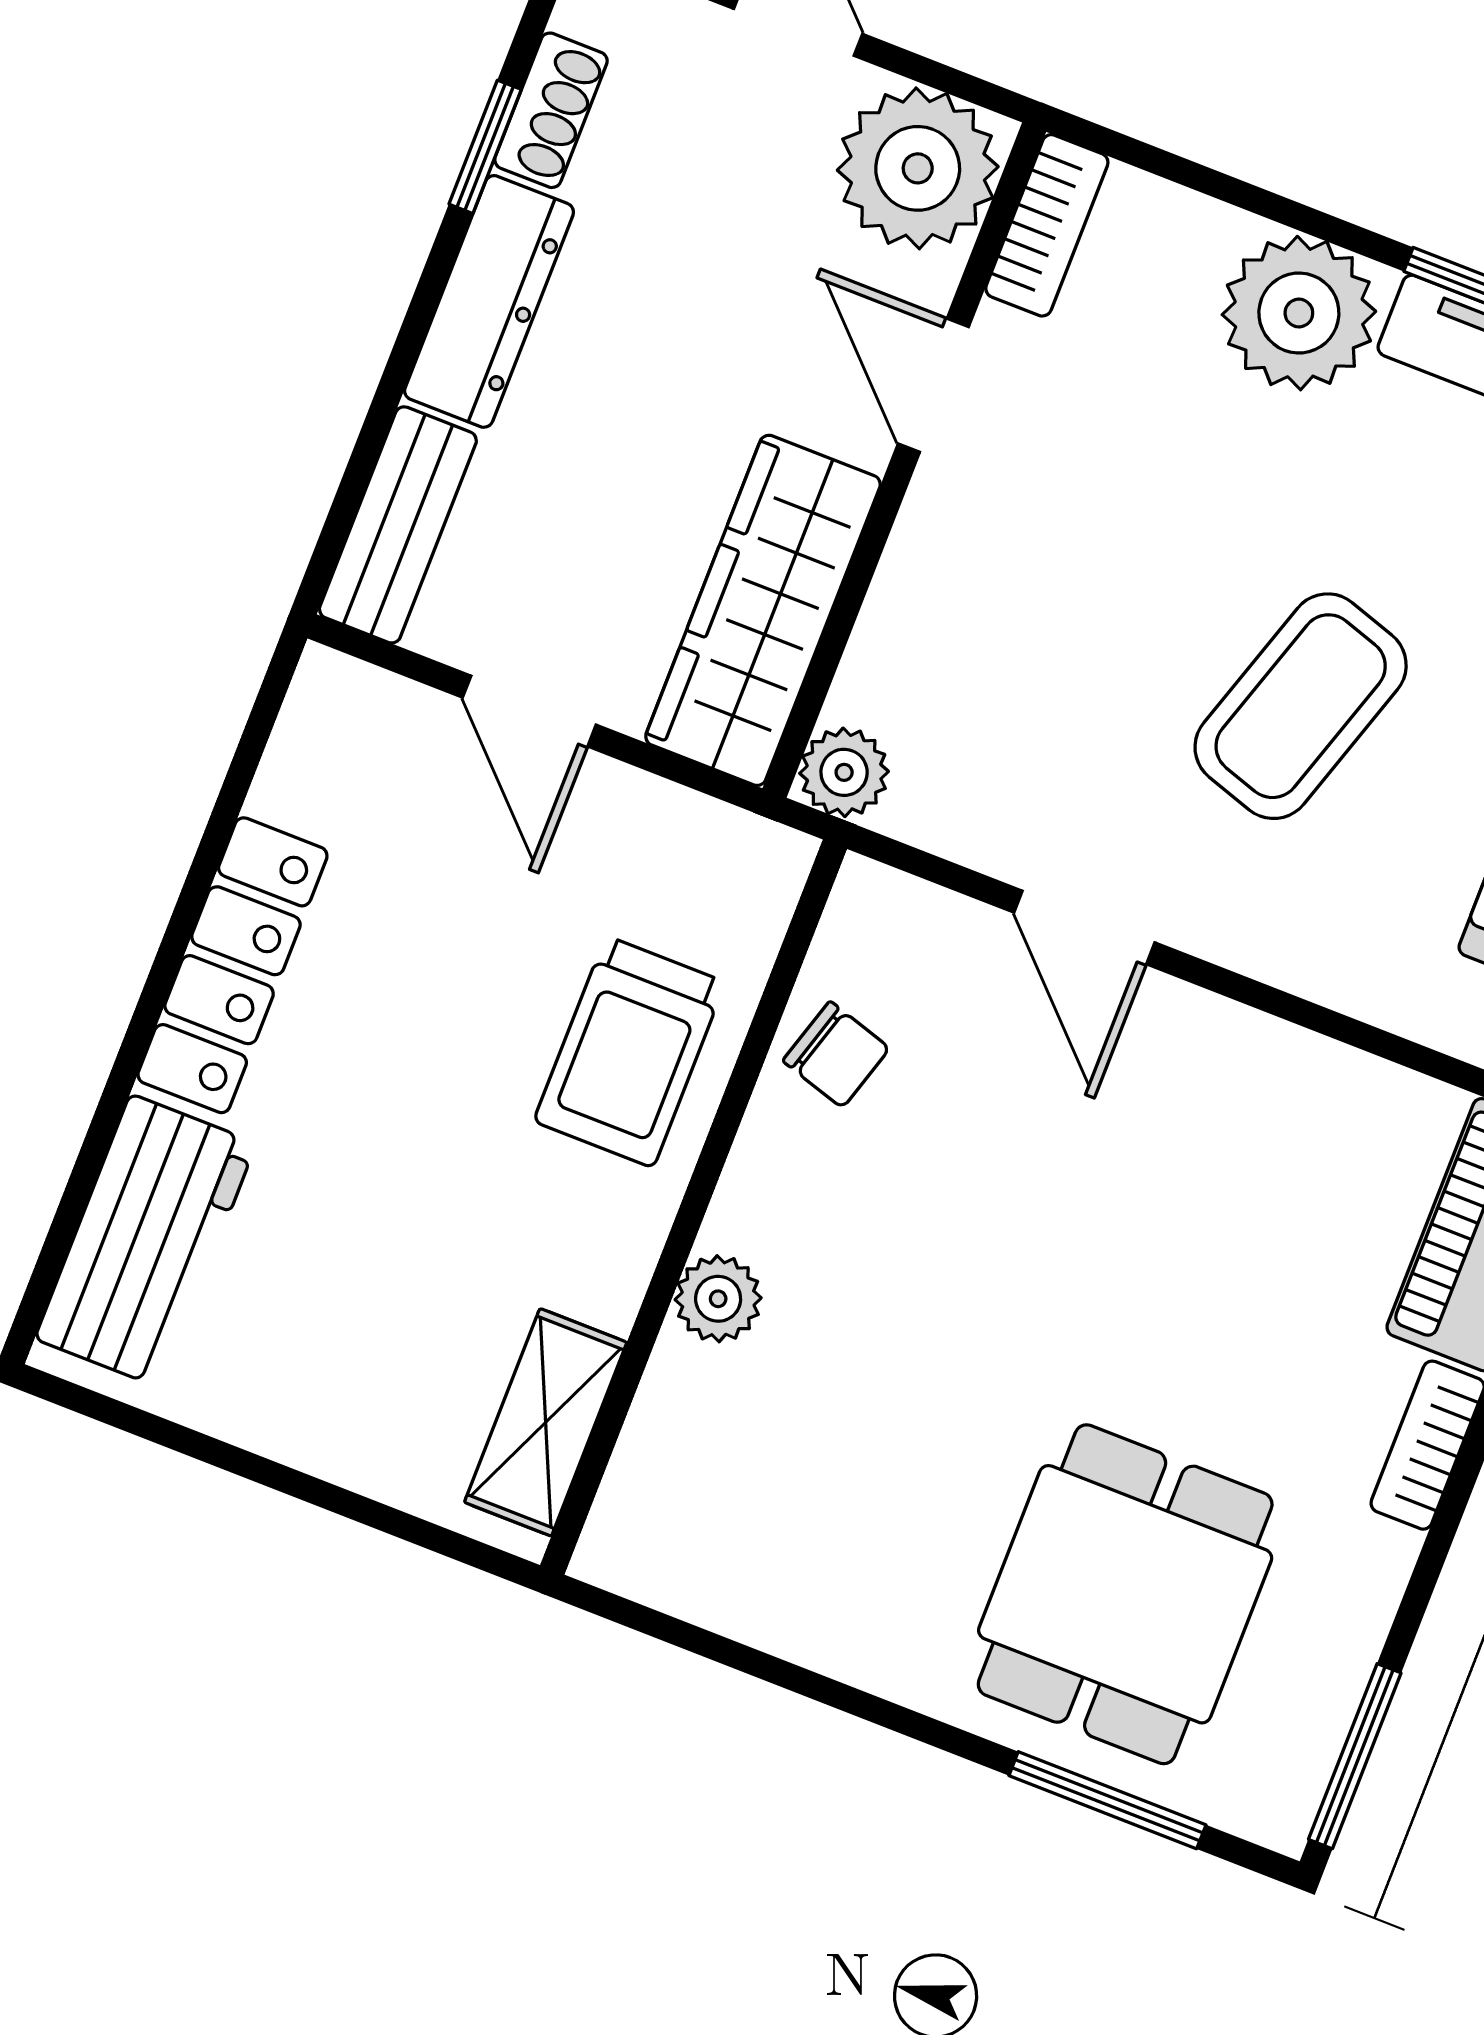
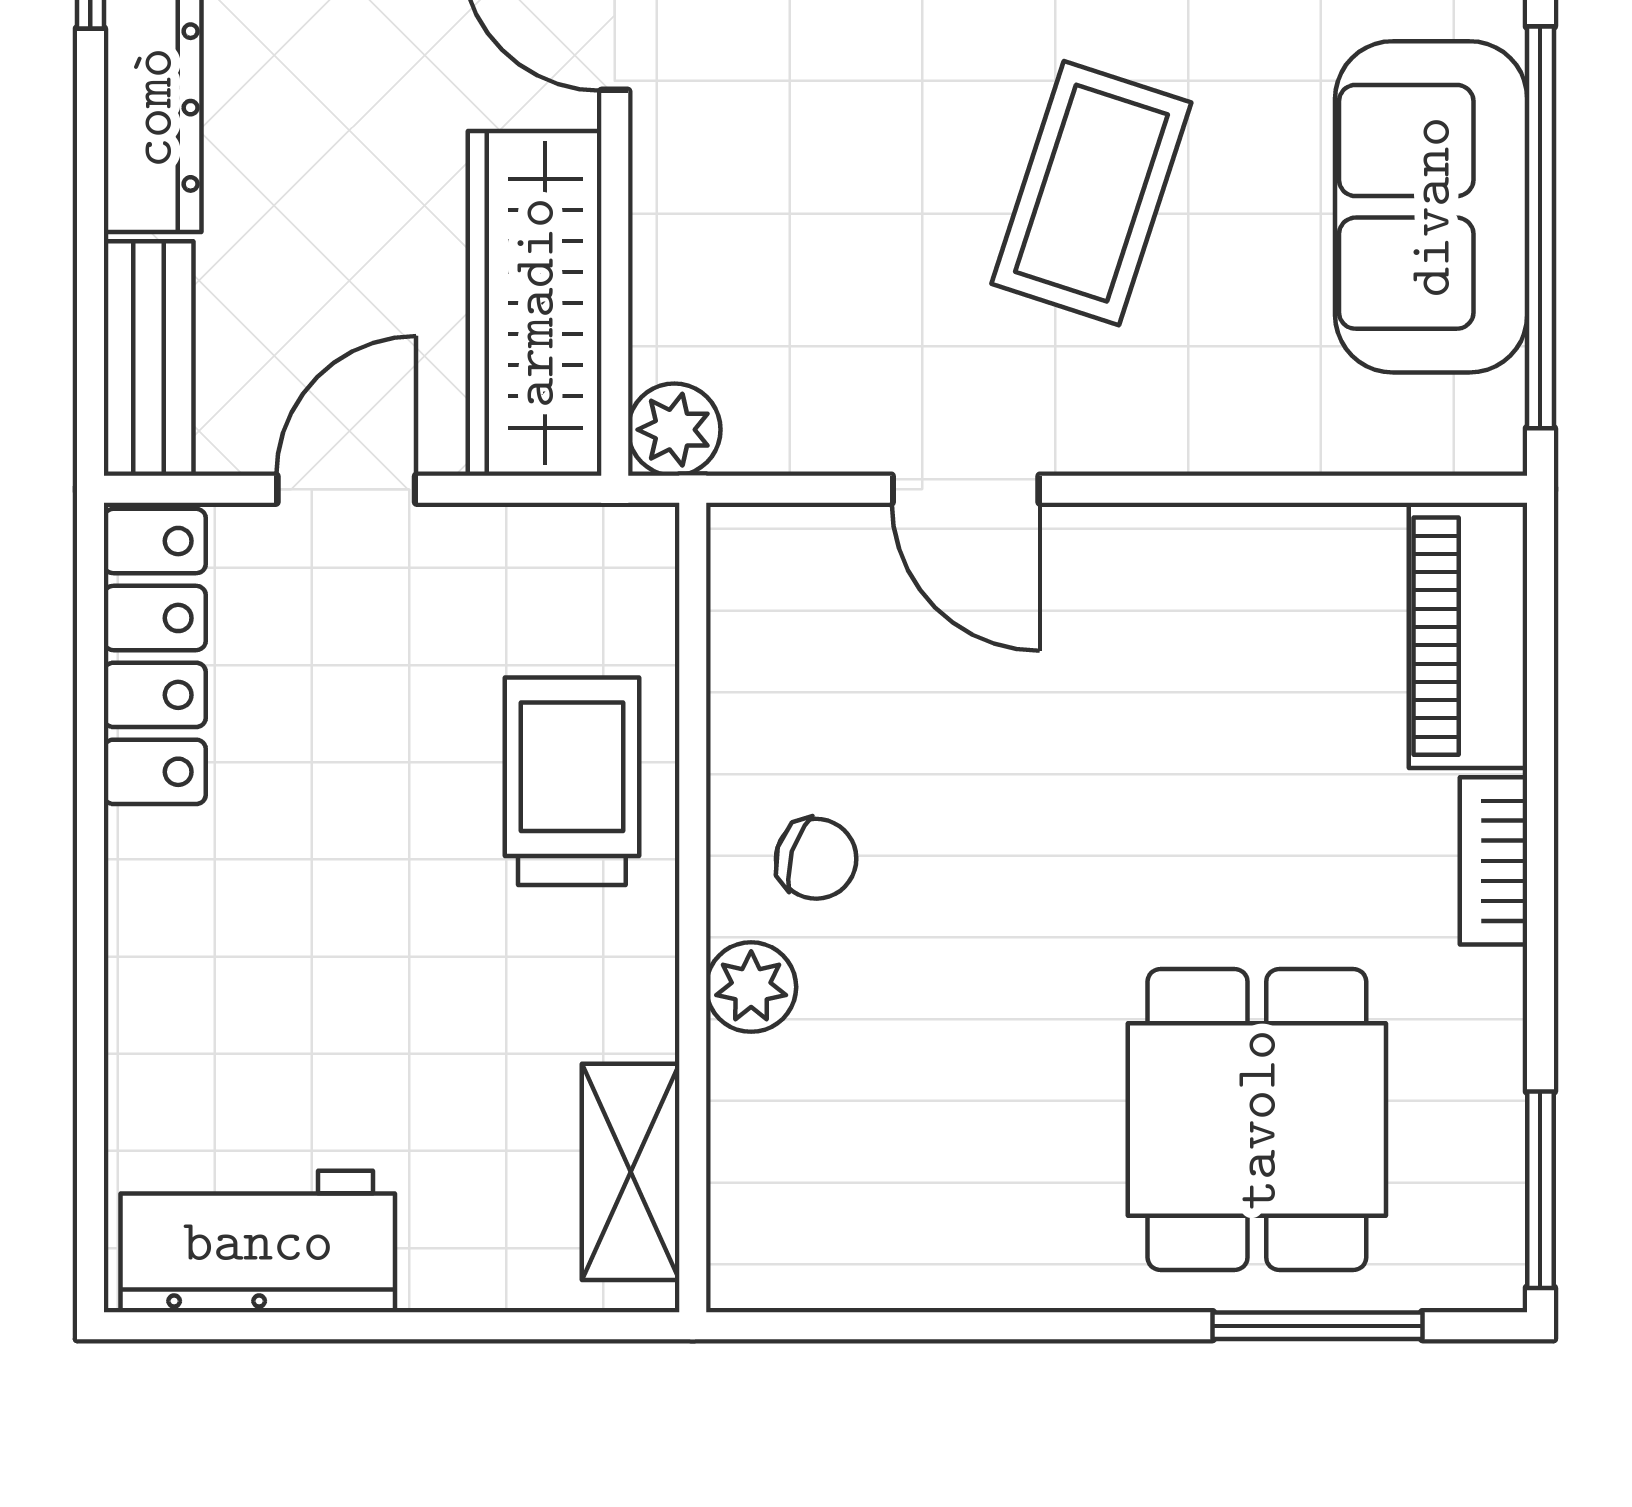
door: (529, 711) -> (346, 489), swing flipped
locker: (233, 965) -> (155, 656), moved
trolley: (630, 1052) -> (572, 781), turned 180
chair: (836, 1054) -> (816, 859), moved
workbench: (146, 1241) -> (258, 1242), moved, turned -90

